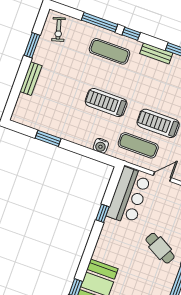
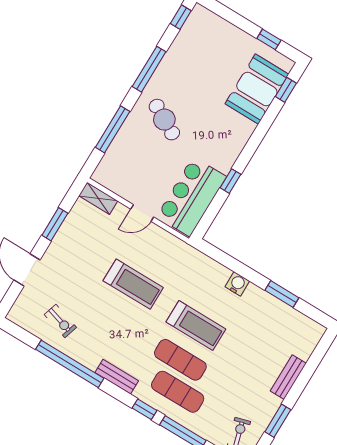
exercise mat: (138, 145) -> (180, 360), moved
water cooler: (101, 146) -> (237, 284), moved

